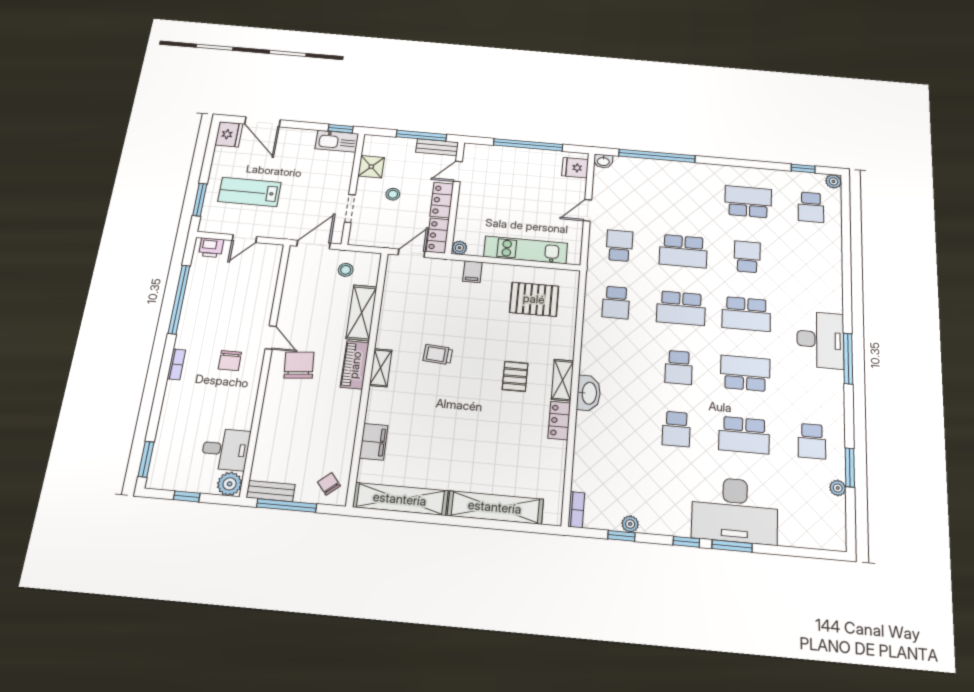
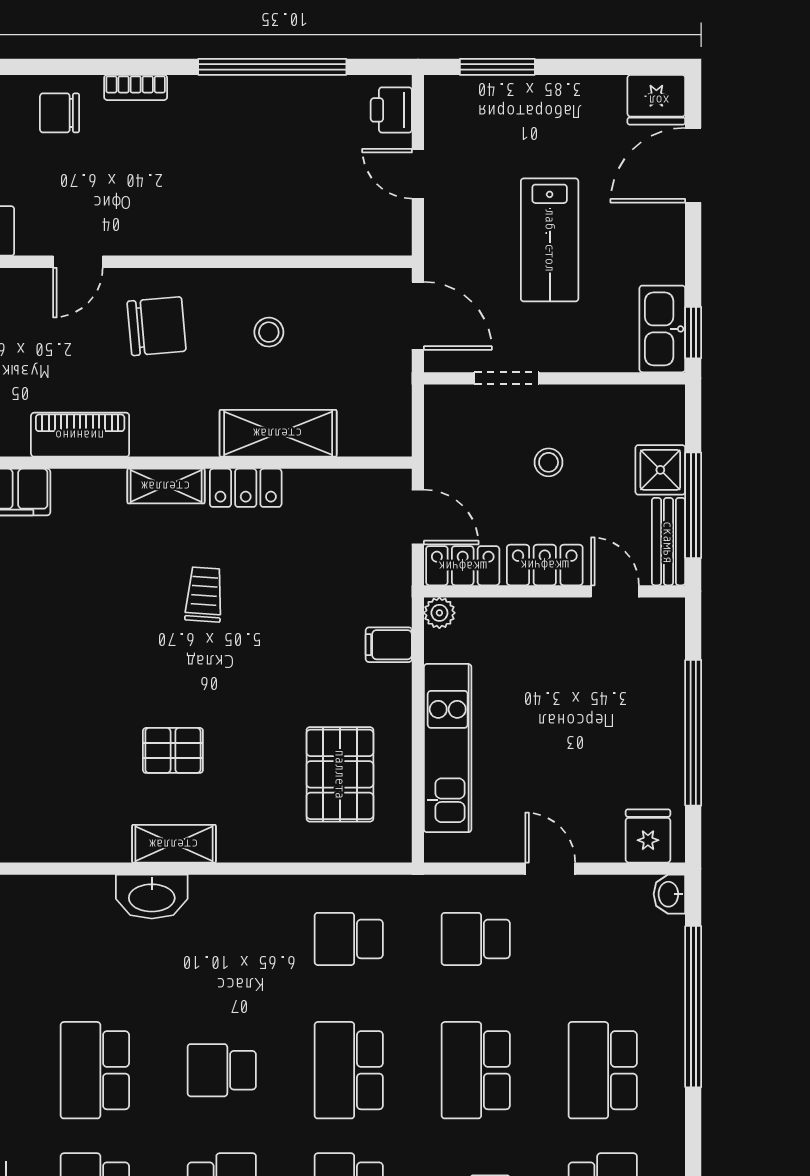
shower: (371, 167) -> (660, 470), moved
lab bench: (249, 192) -> (550, 240), moved, turned 180
school desk: (685, 196) -> (603, 1070), added
school desk: (619, 246) -> (476, 939), turned 180
stool: (346, 270) -> (269, 332), moved
door: (271, 338) -> (78, 262), moved
chair: (230, 361) -> (60, 113), moved
piano: (355, 365) -> (80, 435), moved
locker: (559, 420) -> (246, 488), moved, turned 180
school desk: (676, 429) -> (95, 1070), width x1.85

